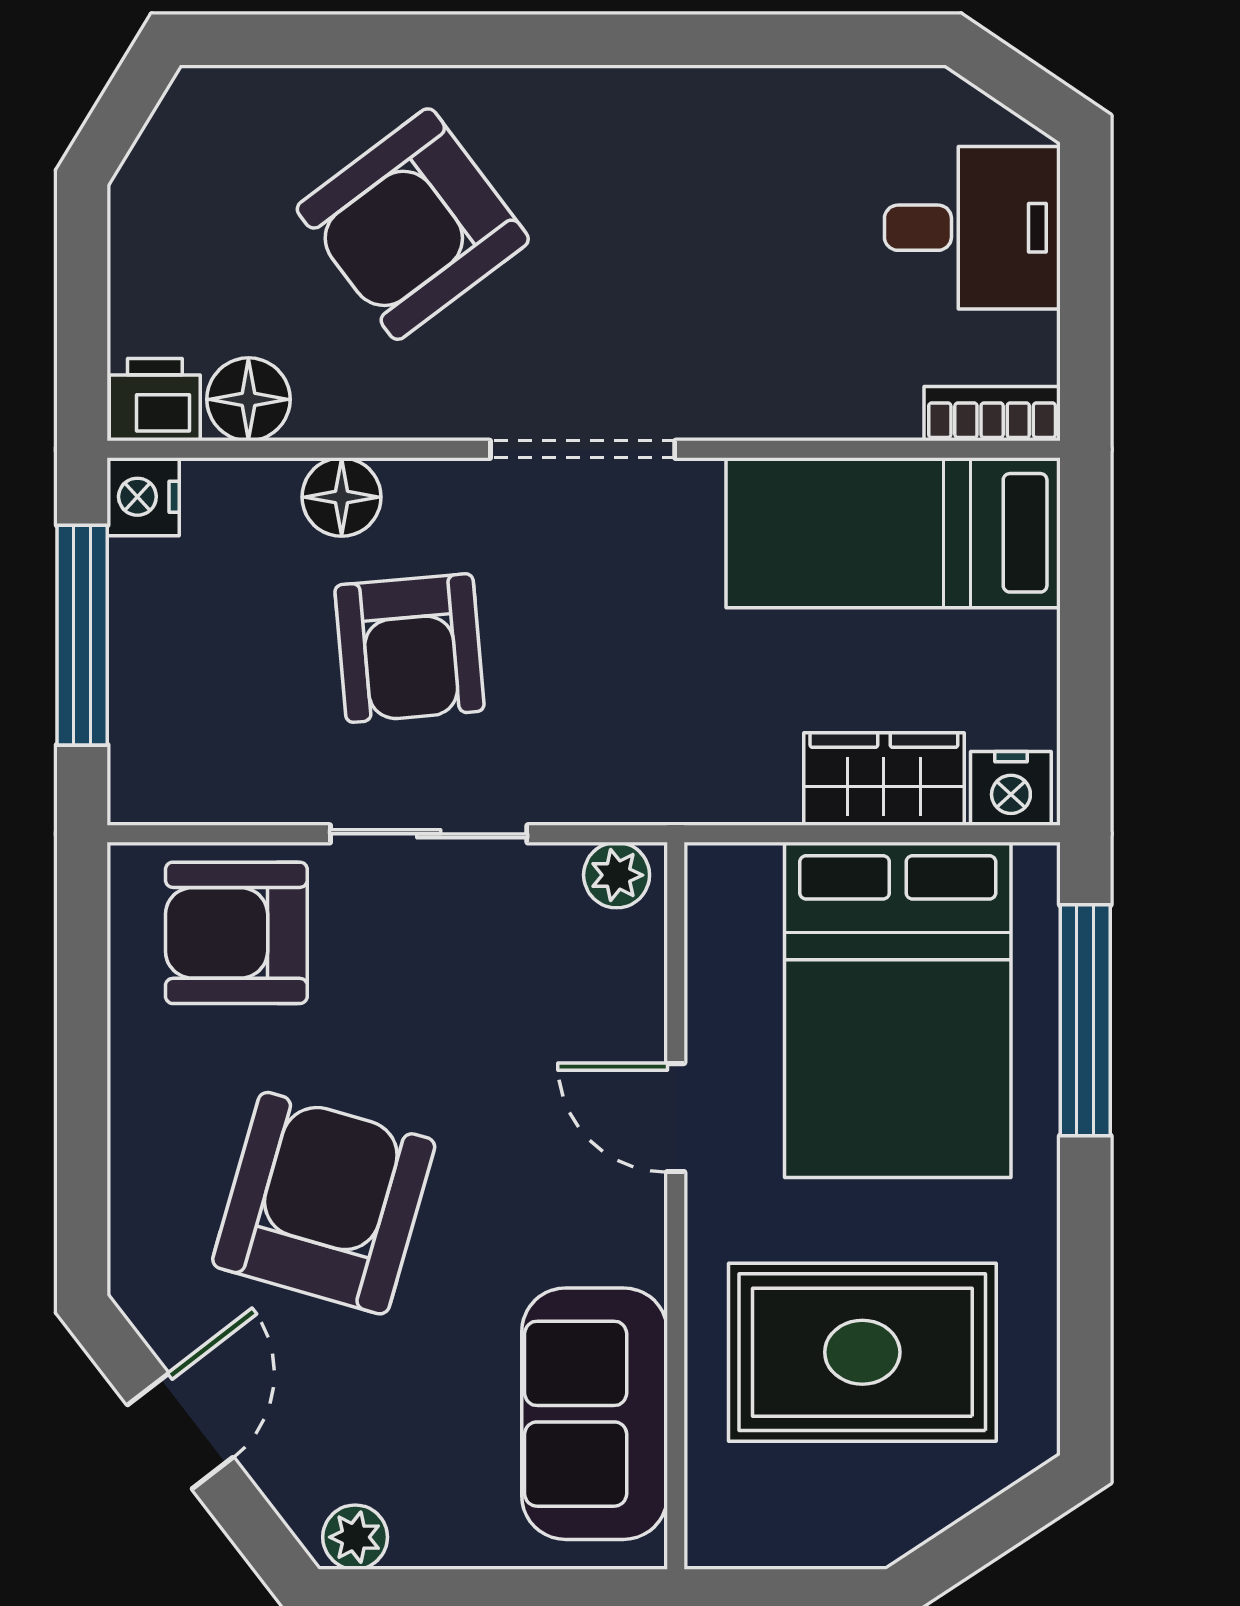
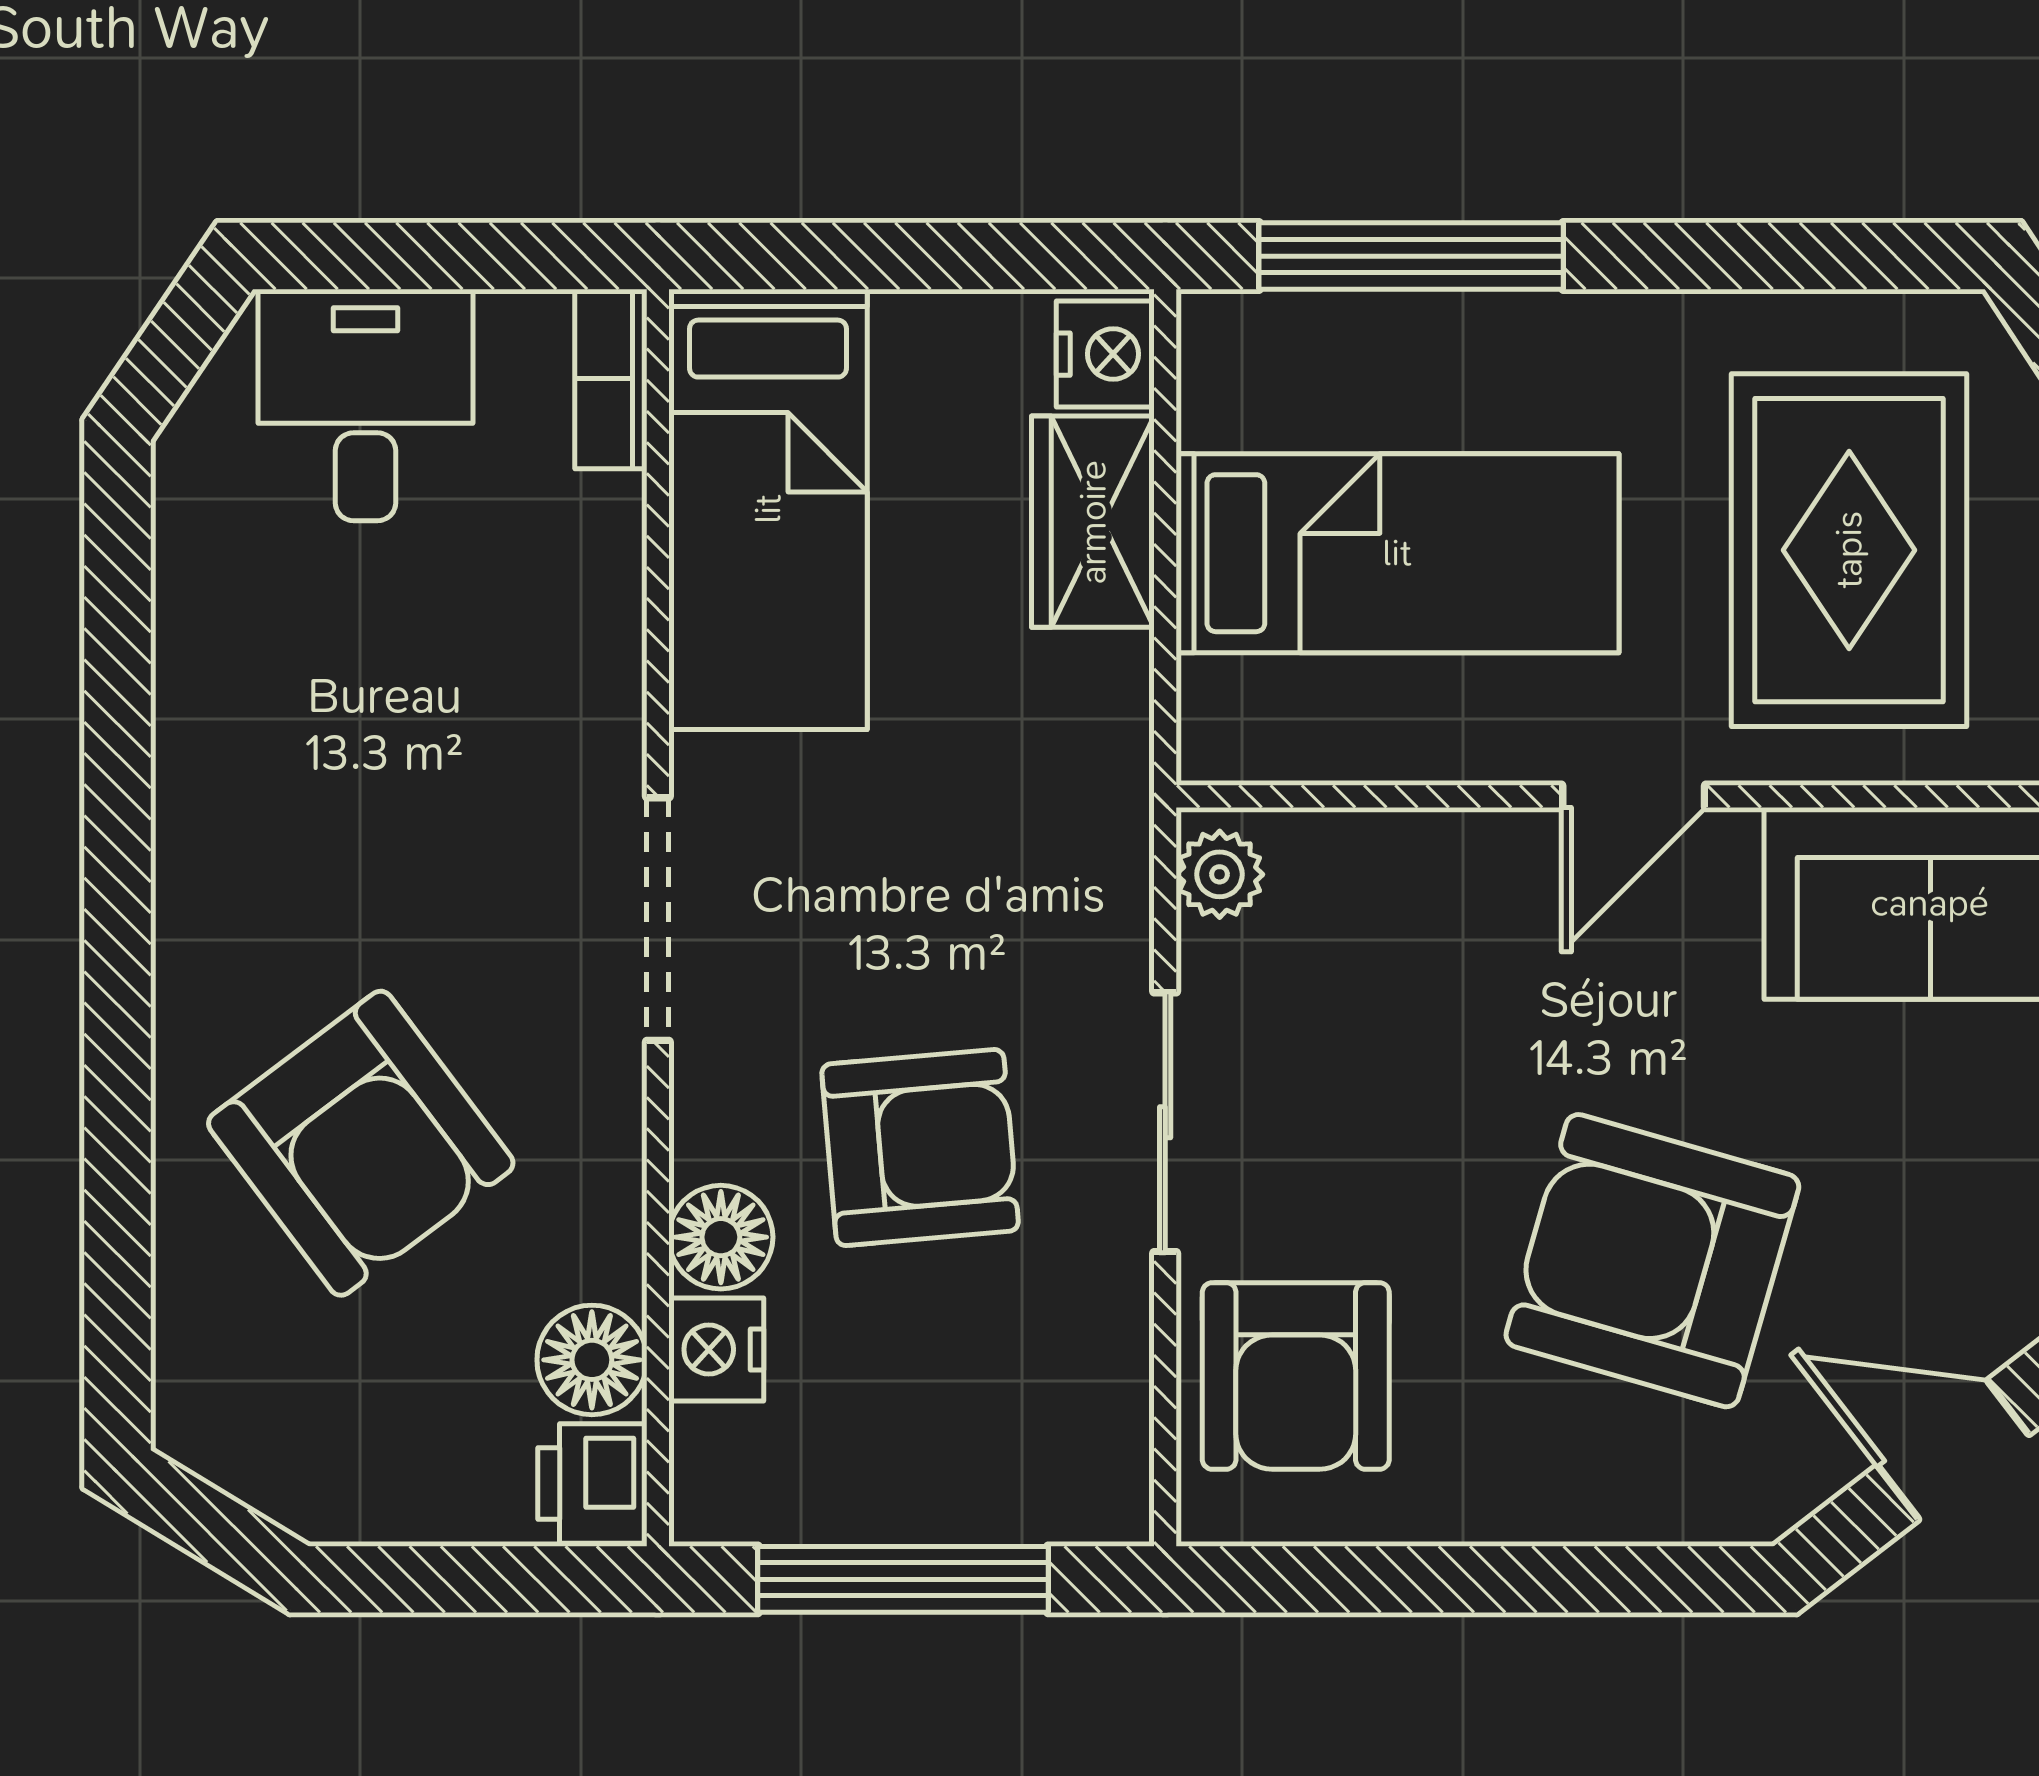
nightstand: (143, 497) -> (716, 1349), moved, turned 90
bed: (898, 1010) -> (1397, 553), width x0.67
door: (676, 1118) -> (1634, 796), moved

